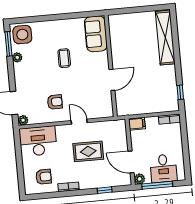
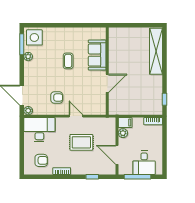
sofa: (96, 34) -> (97, 55), moved
plant: (140, 179) -> (123, 133), moved

